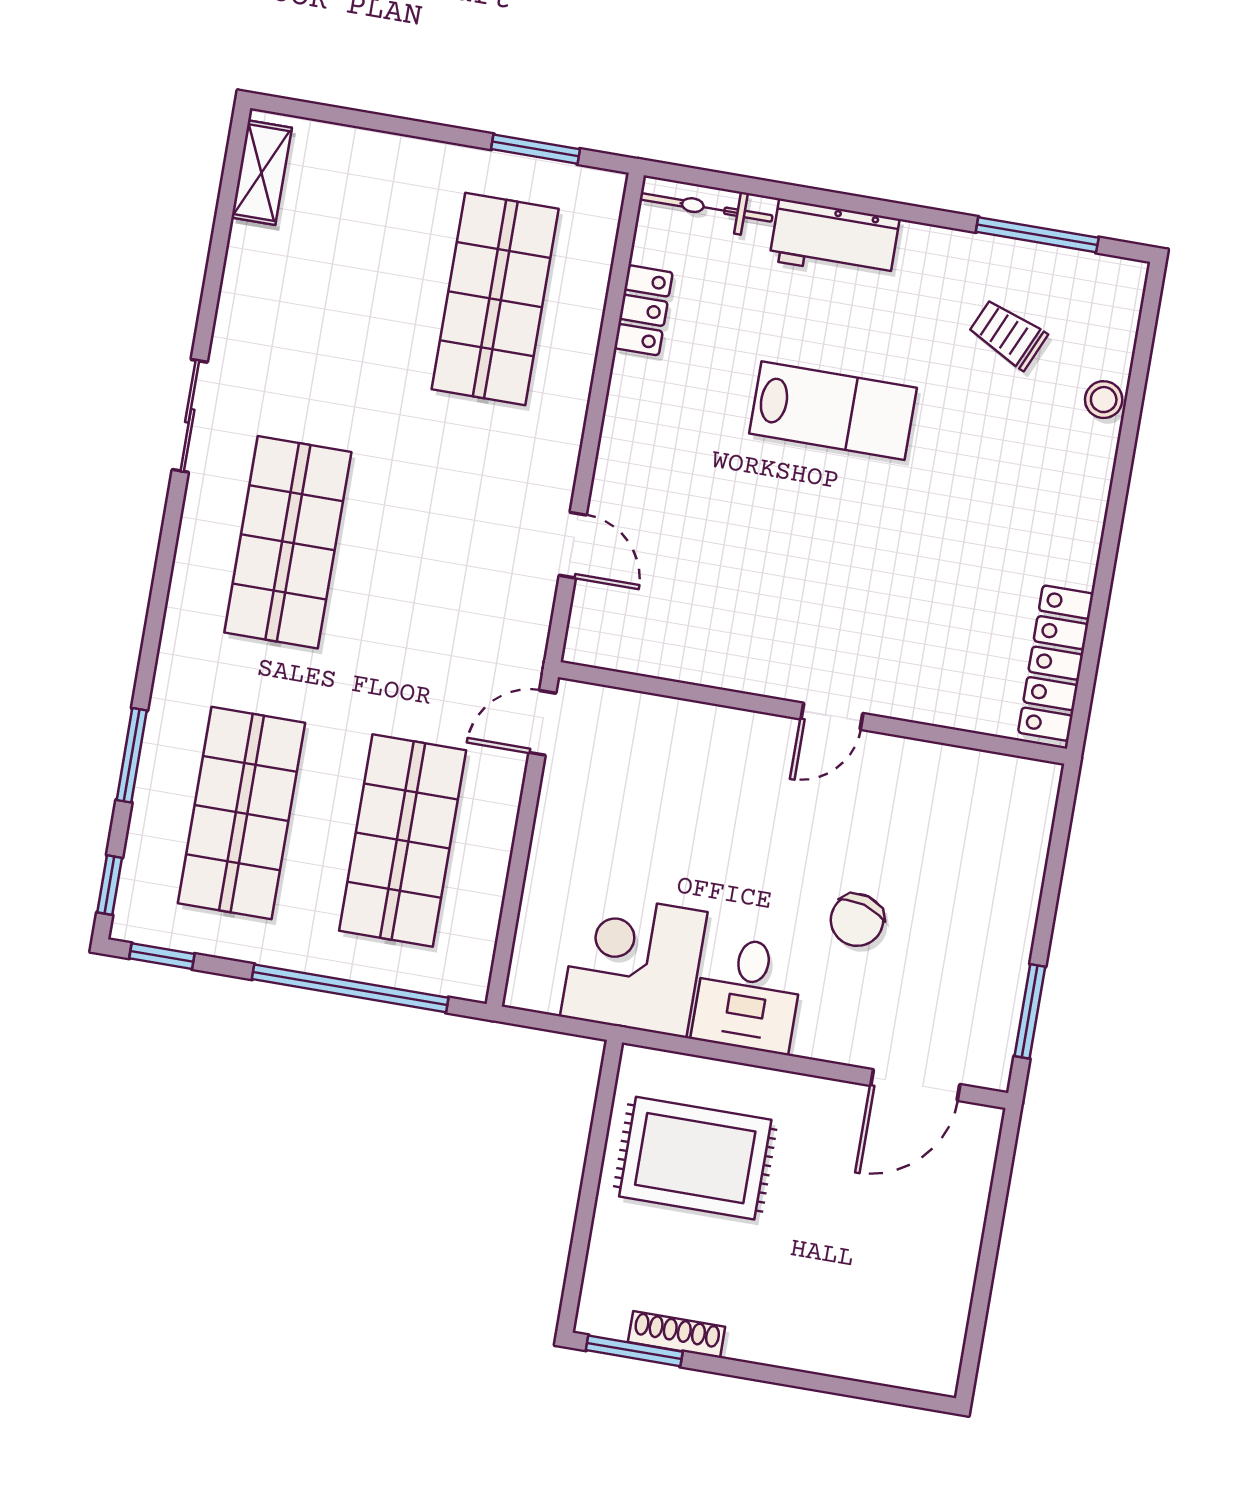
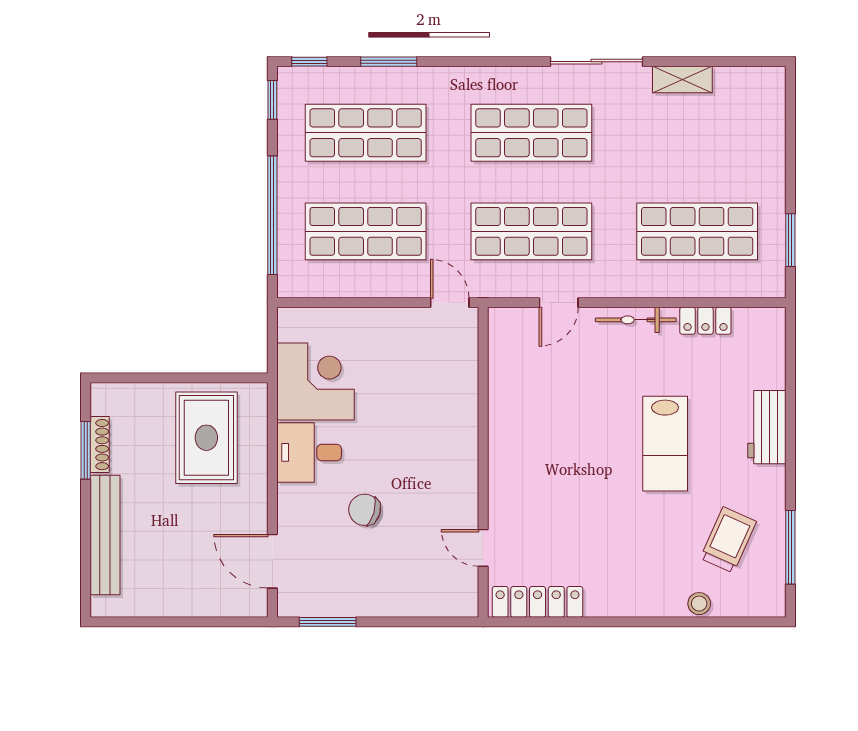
shelving: (262, 173) -> (682, 80), moved
bicycle: (706, 207) -> (636, 320), moved, turned -90
trolley: (1008, 334) -> (728, 540), width x1.36, depth x1.39
sliding door: (190, 416) -> (597, 62), width x1.37
shop shelf: (449, 570) -> (531, 231), added
door: (832, 716) -> (483, 548), moved
window: (634, 1351) -> (86, 450), moved
bench: (826, 1351) -> (105, 535), added

